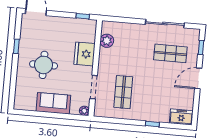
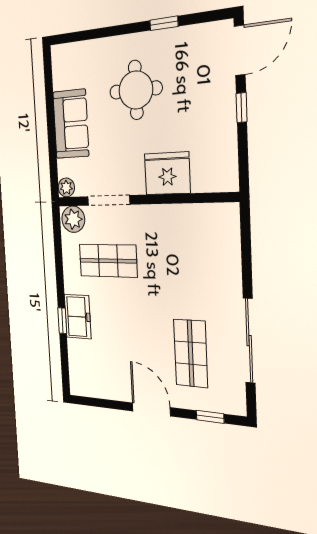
window: (83, 16) -> (242, 108), moved
plant: (107, 41) -> (73, 219), moved
freezer: (181, 117) -> (78, 317), moved

